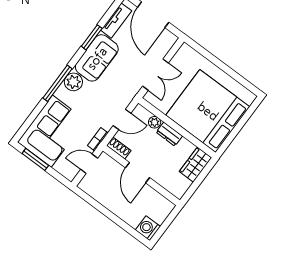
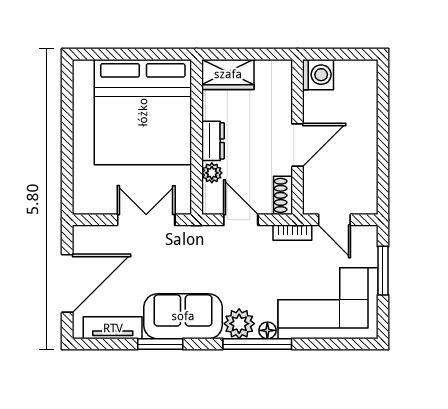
floor lamp: (60, 93) -> (267, 330), added
window: (35, 159) -> (383, 271), moved
washing machine: (148, 228) -> (318, 75), moved, turned -90

